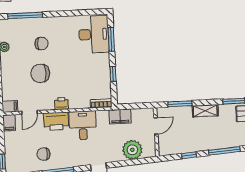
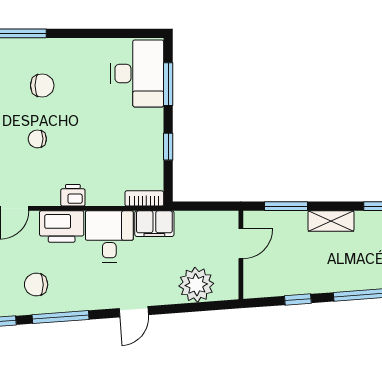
chair: (40, 73) -> (37, 139), width x0.54, depth x0.54
filing cabinet: (120, 116) -> (154, 224), moved

